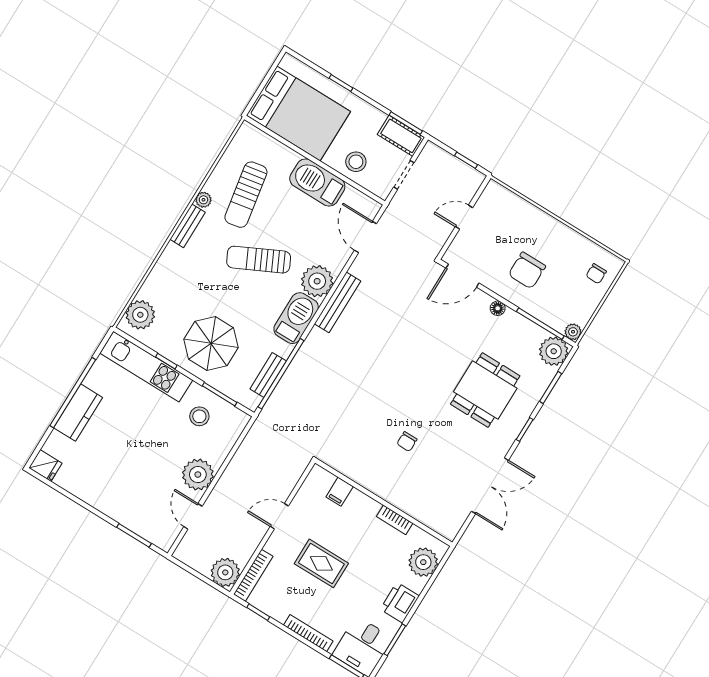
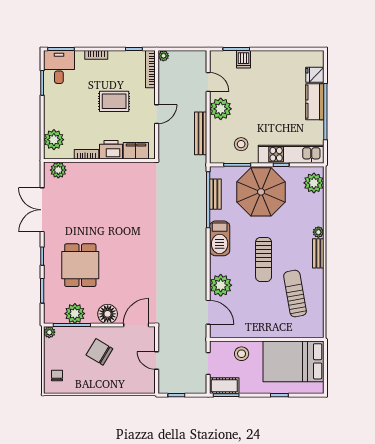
barbecue: (317, 183) -> (257, 327), removed
plant: (203, 200) -> (318, 232), moved
door: (464, 217) -> (157, 360), swing flipped
sun lounger: (259, 260) -> (264, 259), turned 116
chair: (527, 270) -> (99, 352), turned -59
plant: (317, 281) -> (221, 285), moved
bench: (338, 302) -> (201, 133), moved
floor lamp: (498, 308) -> (108, 314), width x1.89, depth x1.89
parasol: (211, 343) -> (261, 192), width x1.36, depth x1.36
plant: (554, 351) -> (75, 314), moved
chair: (407, 442) -> (108, 206), removed
fridge: (45, 465) -> (315, 75), moved
filing cabinet: (340, 492) -> (136, 151), width x2.00
dishwasher: (133, 517) -> (243, 59), added
plant: (441, 522) -> (58, 170), added
plant: (225, 572) -> (163, 56), width x0.53, depth x0.53
printer: (400, 603) -> (111, 150), moved, turned -90
bookcase: (308, 633) -> (96, 55), width x0.64

